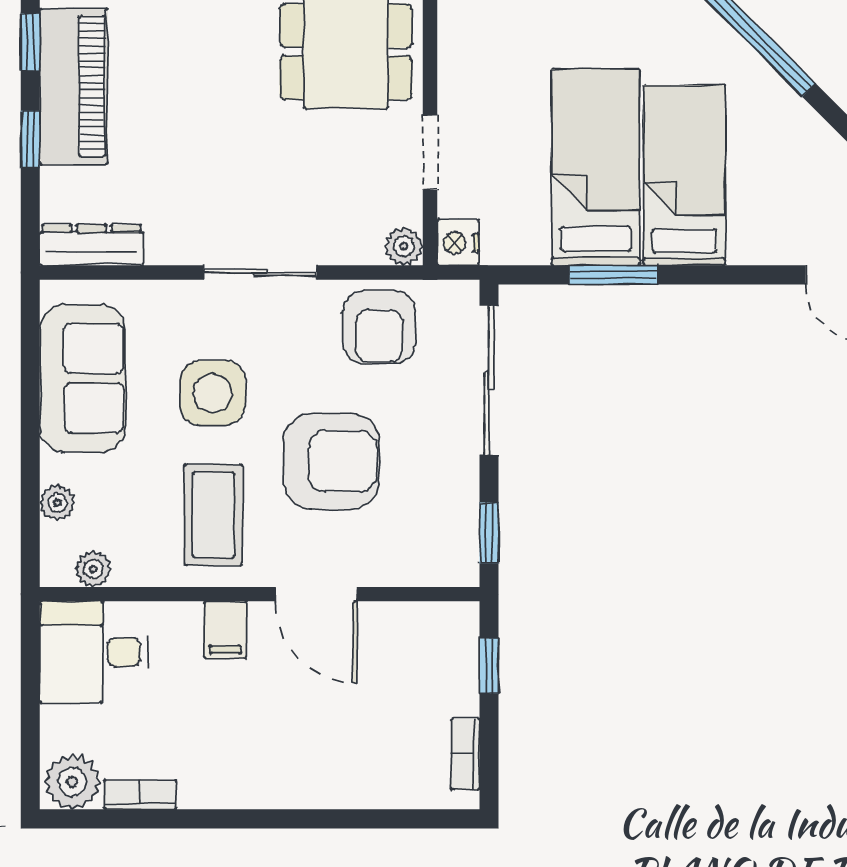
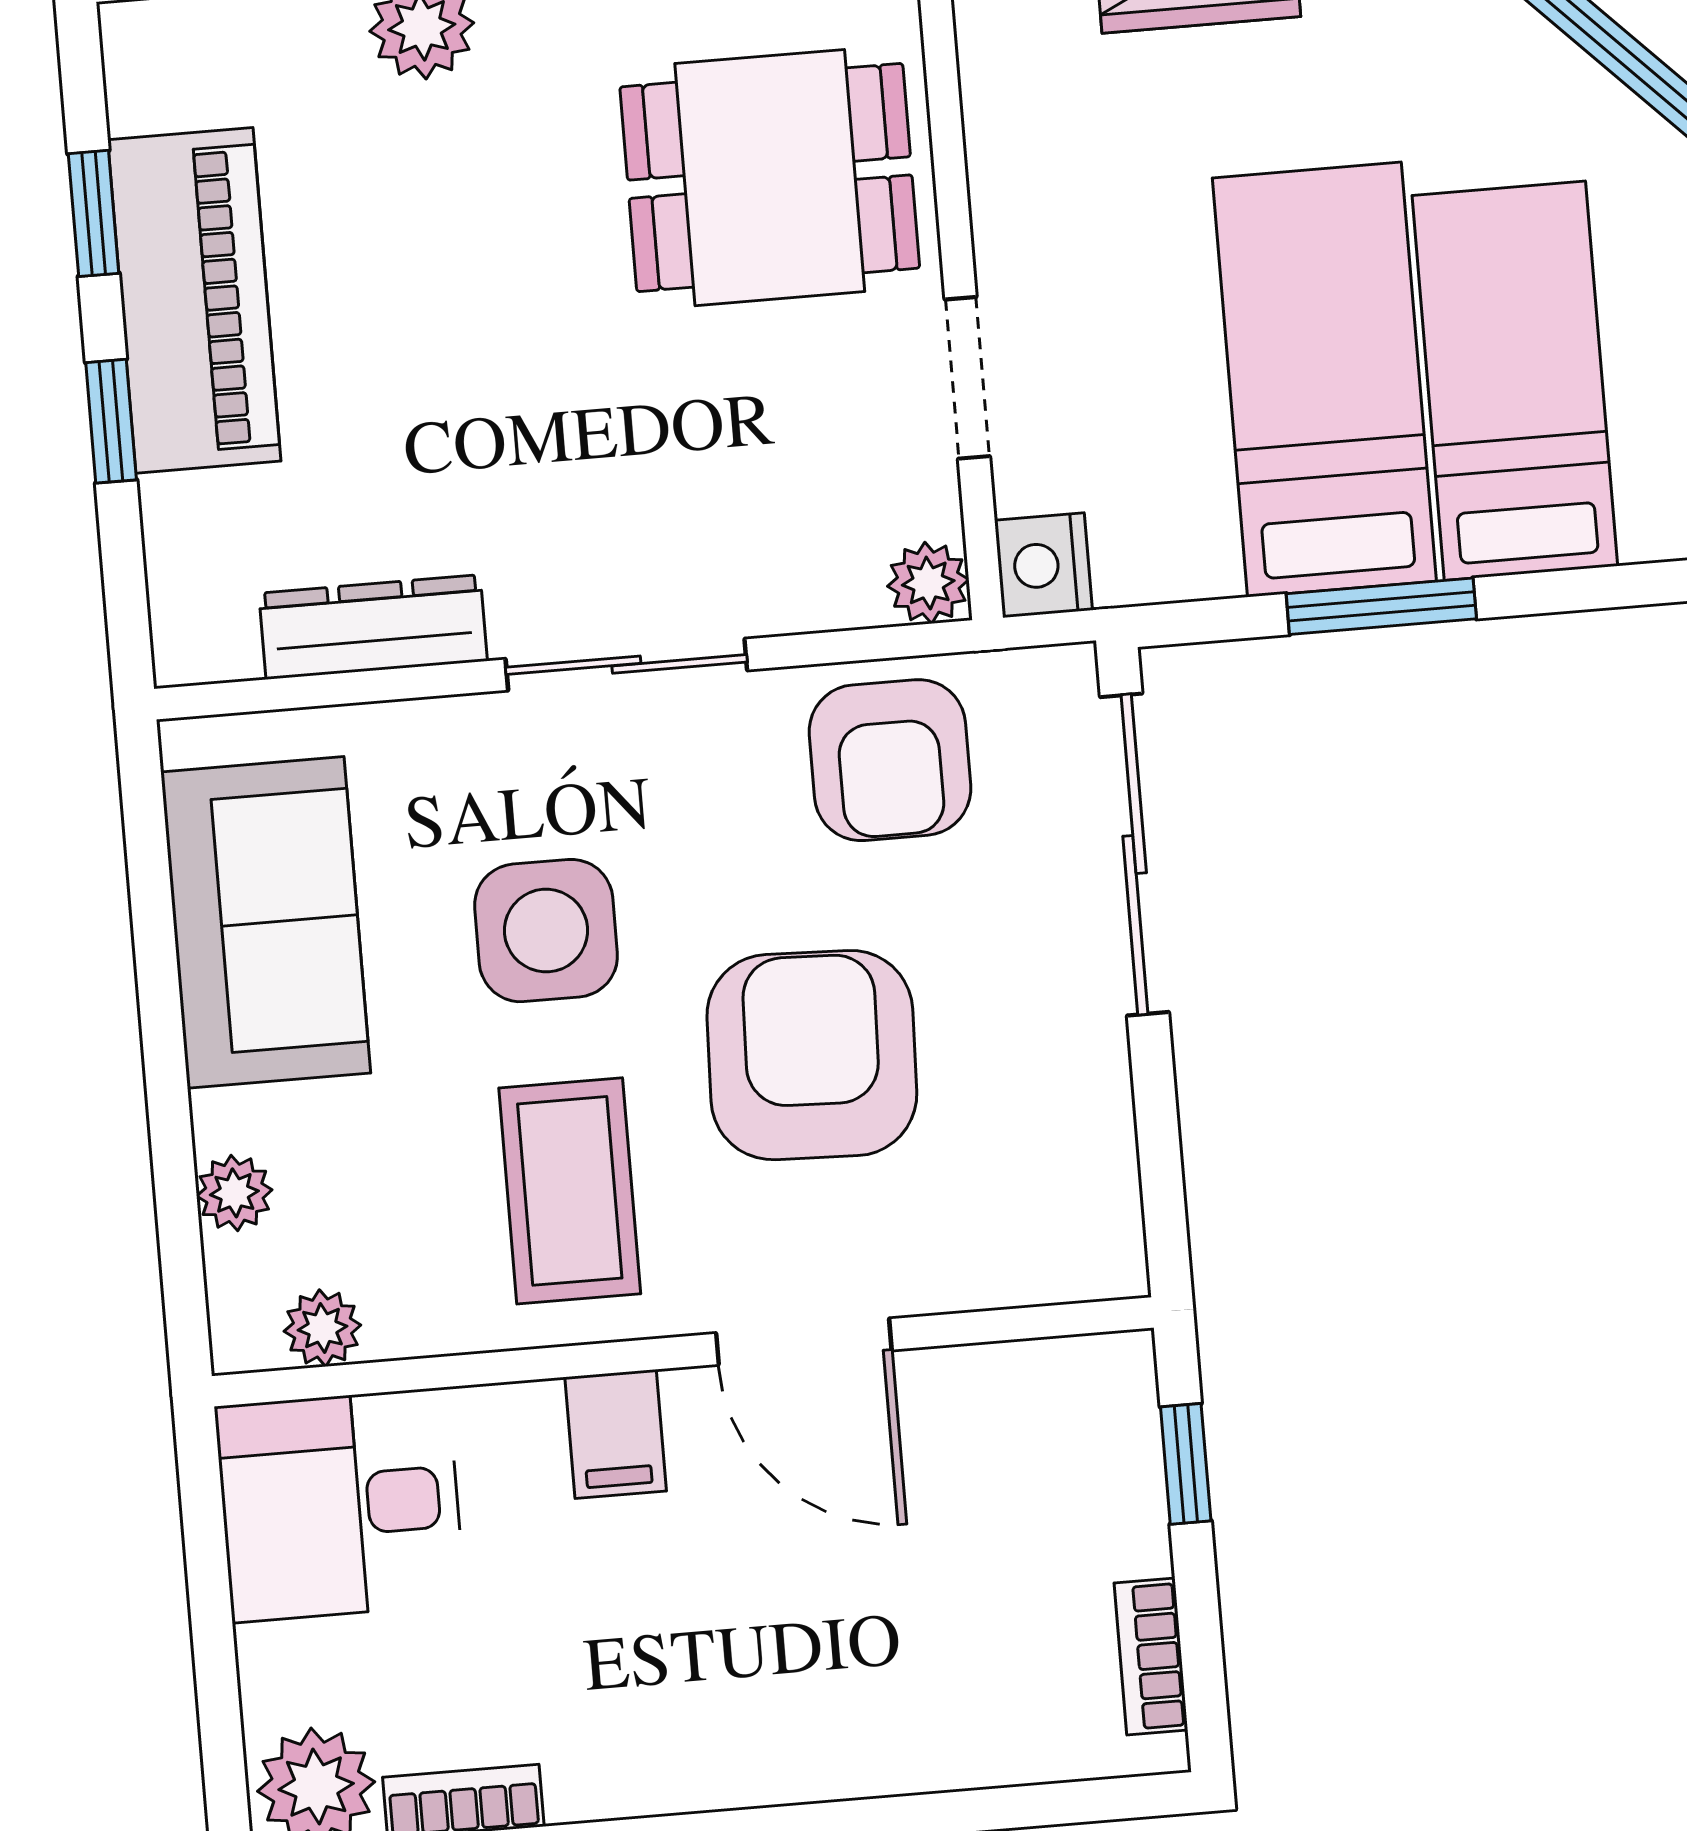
dresser: (91, 245) -> (373, 627), moved
armchair: (331, 461) -> (812, 1055), turned -88
window: (489, 533) -> (1162, 1180), removed

